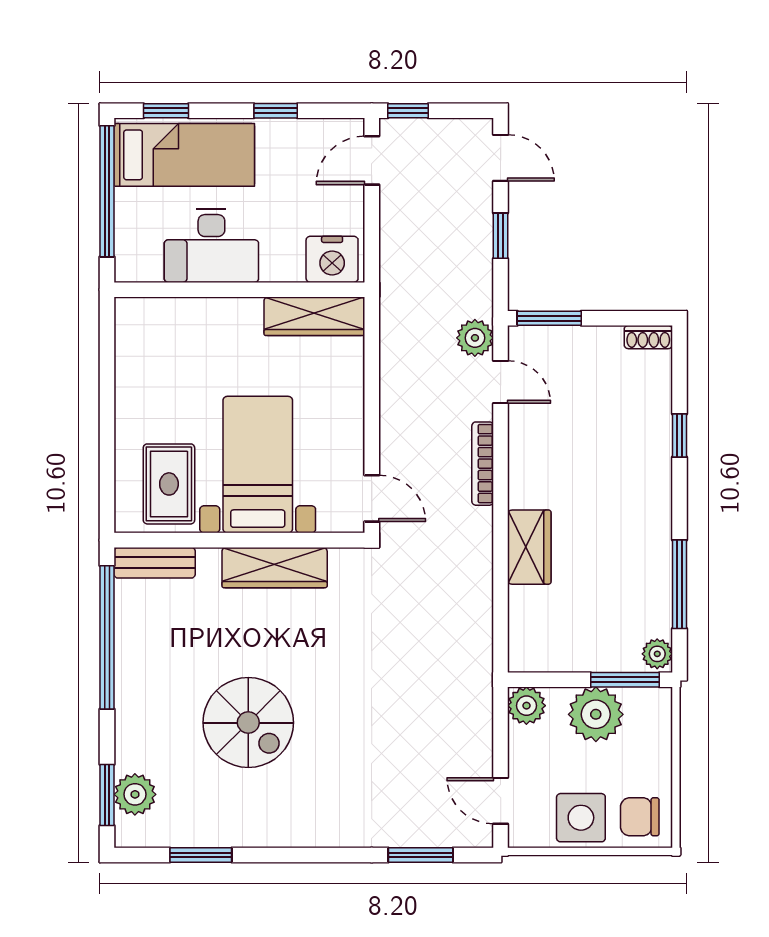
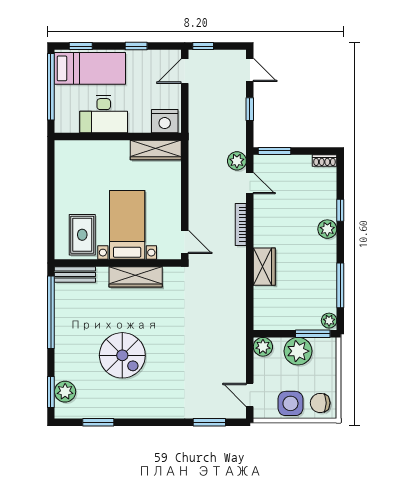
plant: (654, 473) -> (327, 229), added

